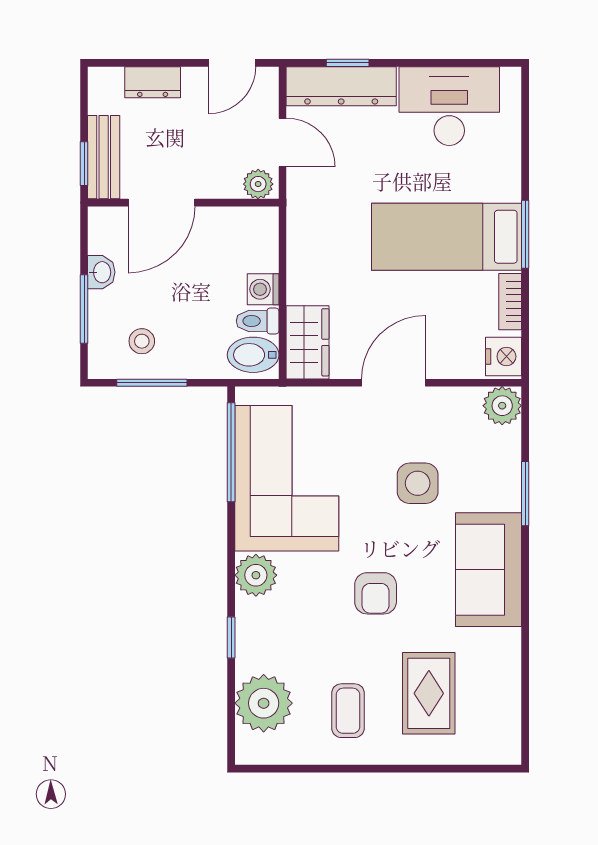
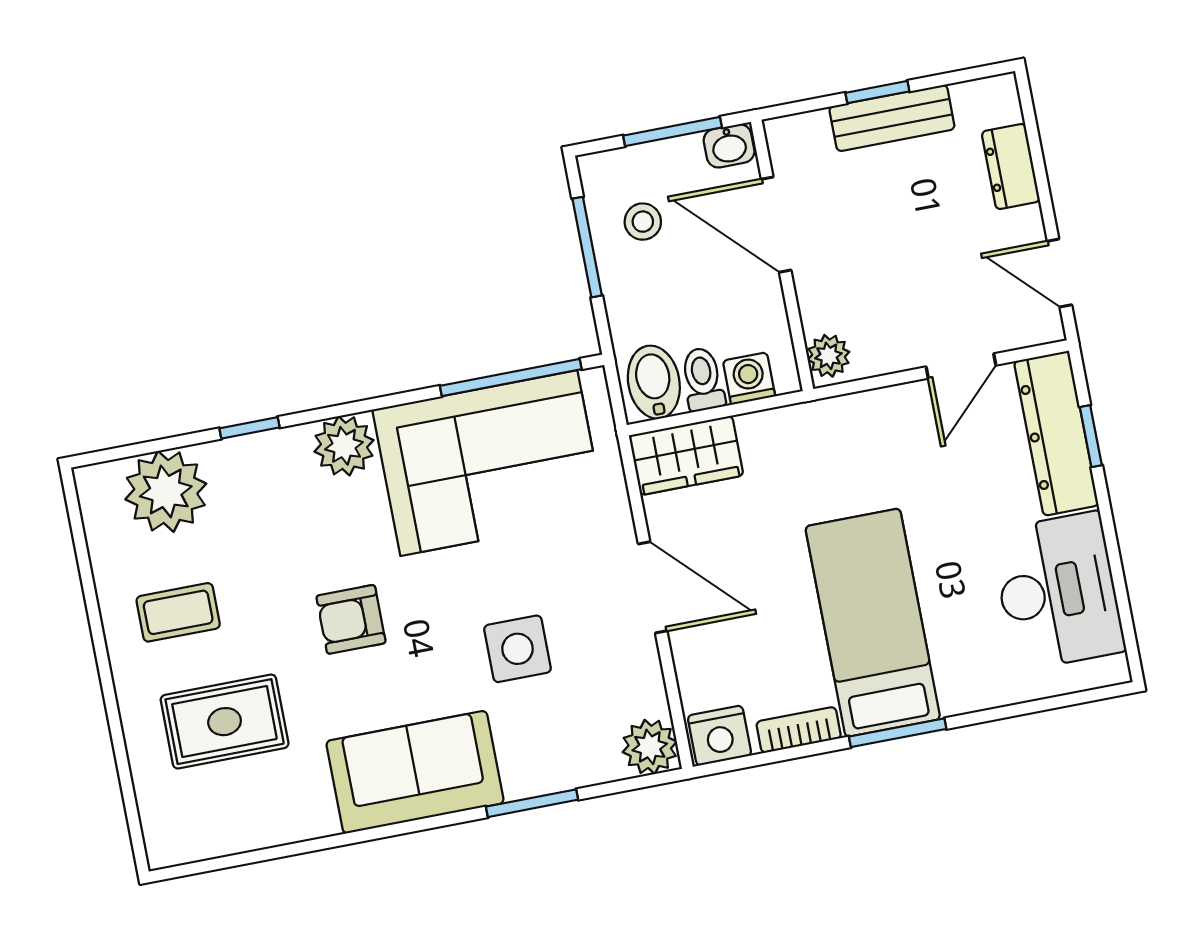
plant: (258, 184) -> (829, 356), moved
door: (161, 203) -> (776, 225), moved
wall: (183, 203) -> (782, 255), moved

